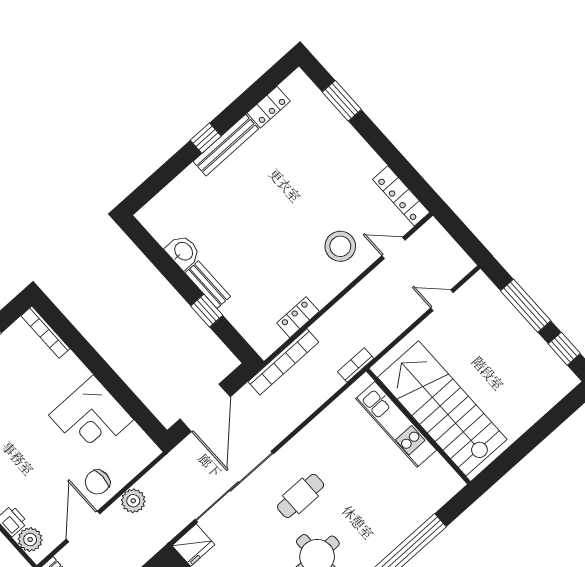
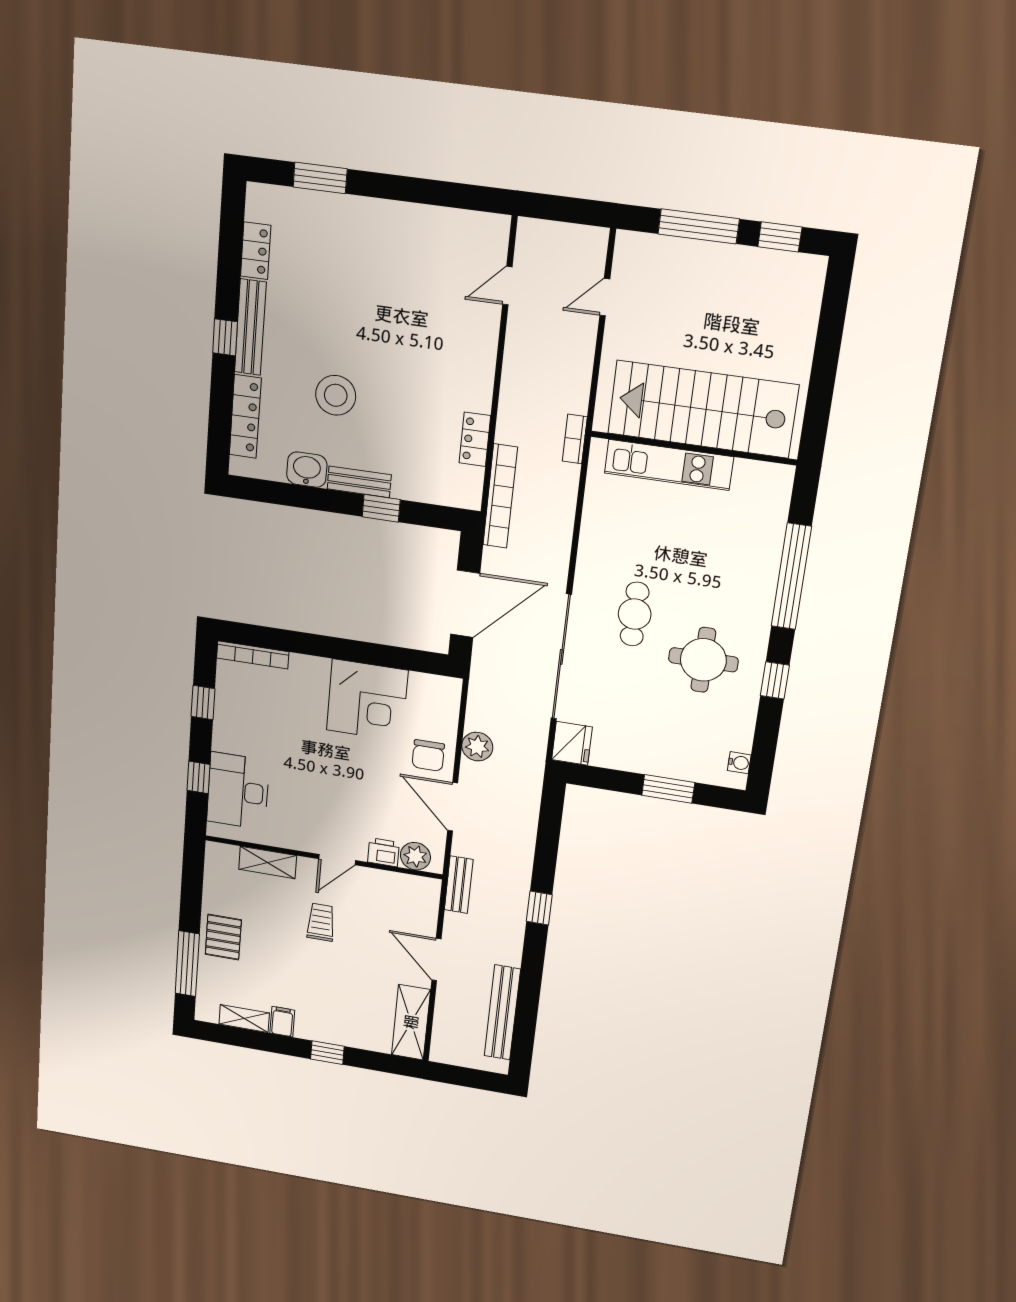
locker: (401, 196) -> (245, 416), moved, turned -90
stool: (340, 246) -> (336, 395), moved
door: (205, 408) -> (465, 604), hinge flipped

